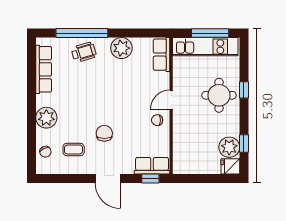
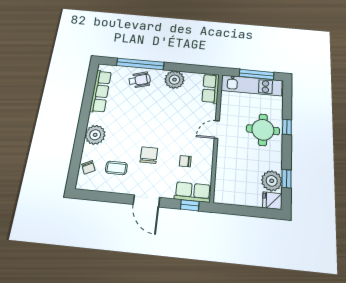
chair: (157, 120) -> (185, 161), moved

